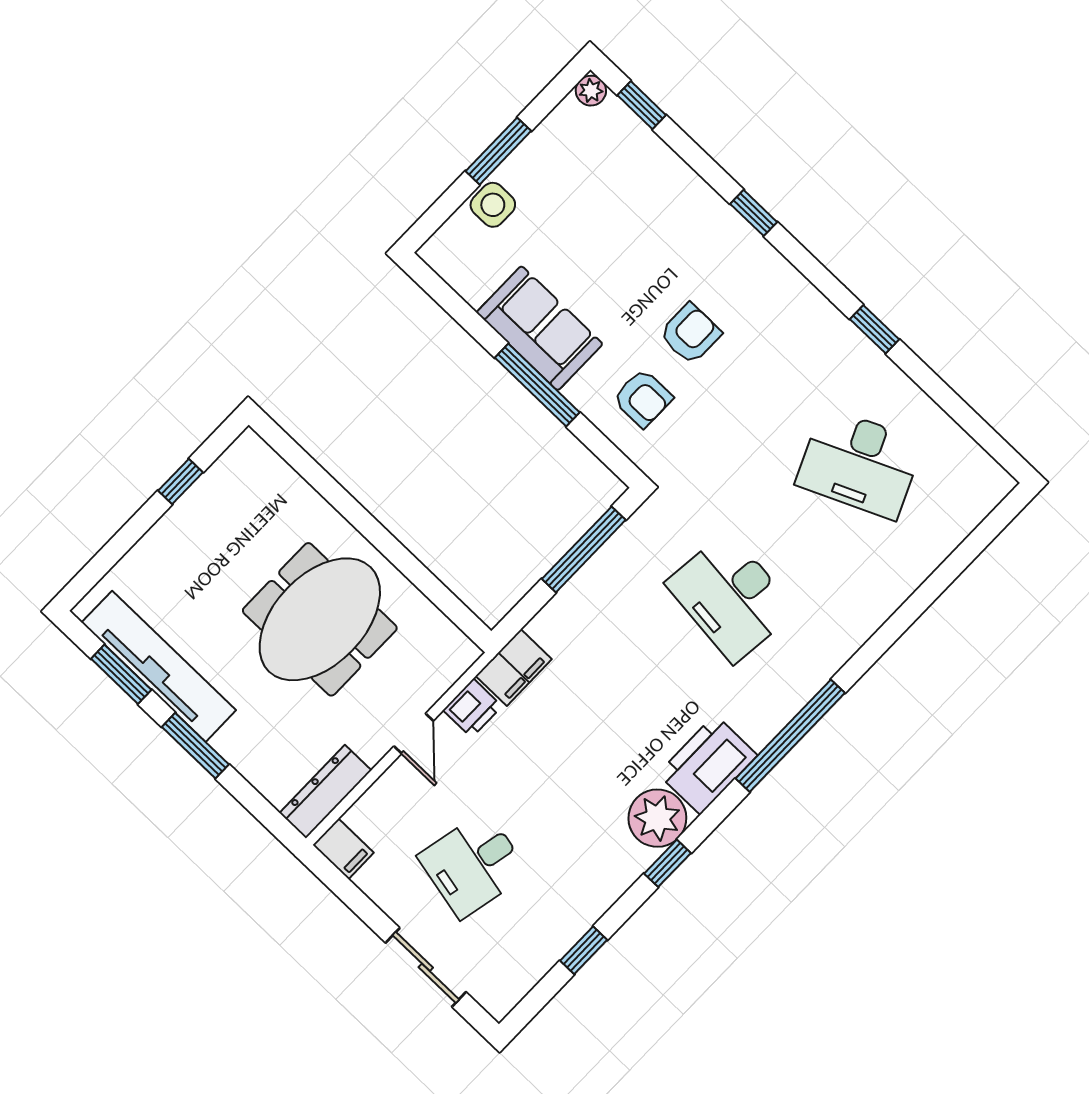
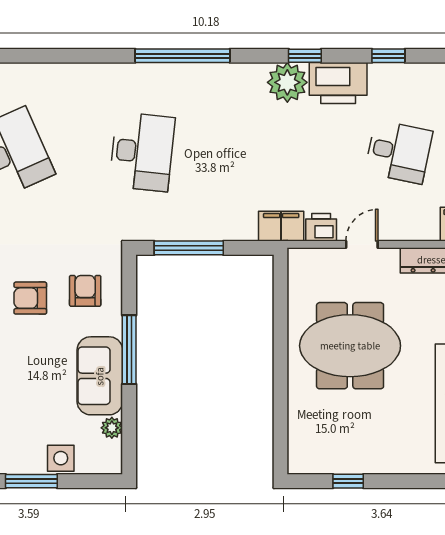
plant: (473, 289) -> (112, 428), added
printer: (708, 764) -> (338, 83), moved

